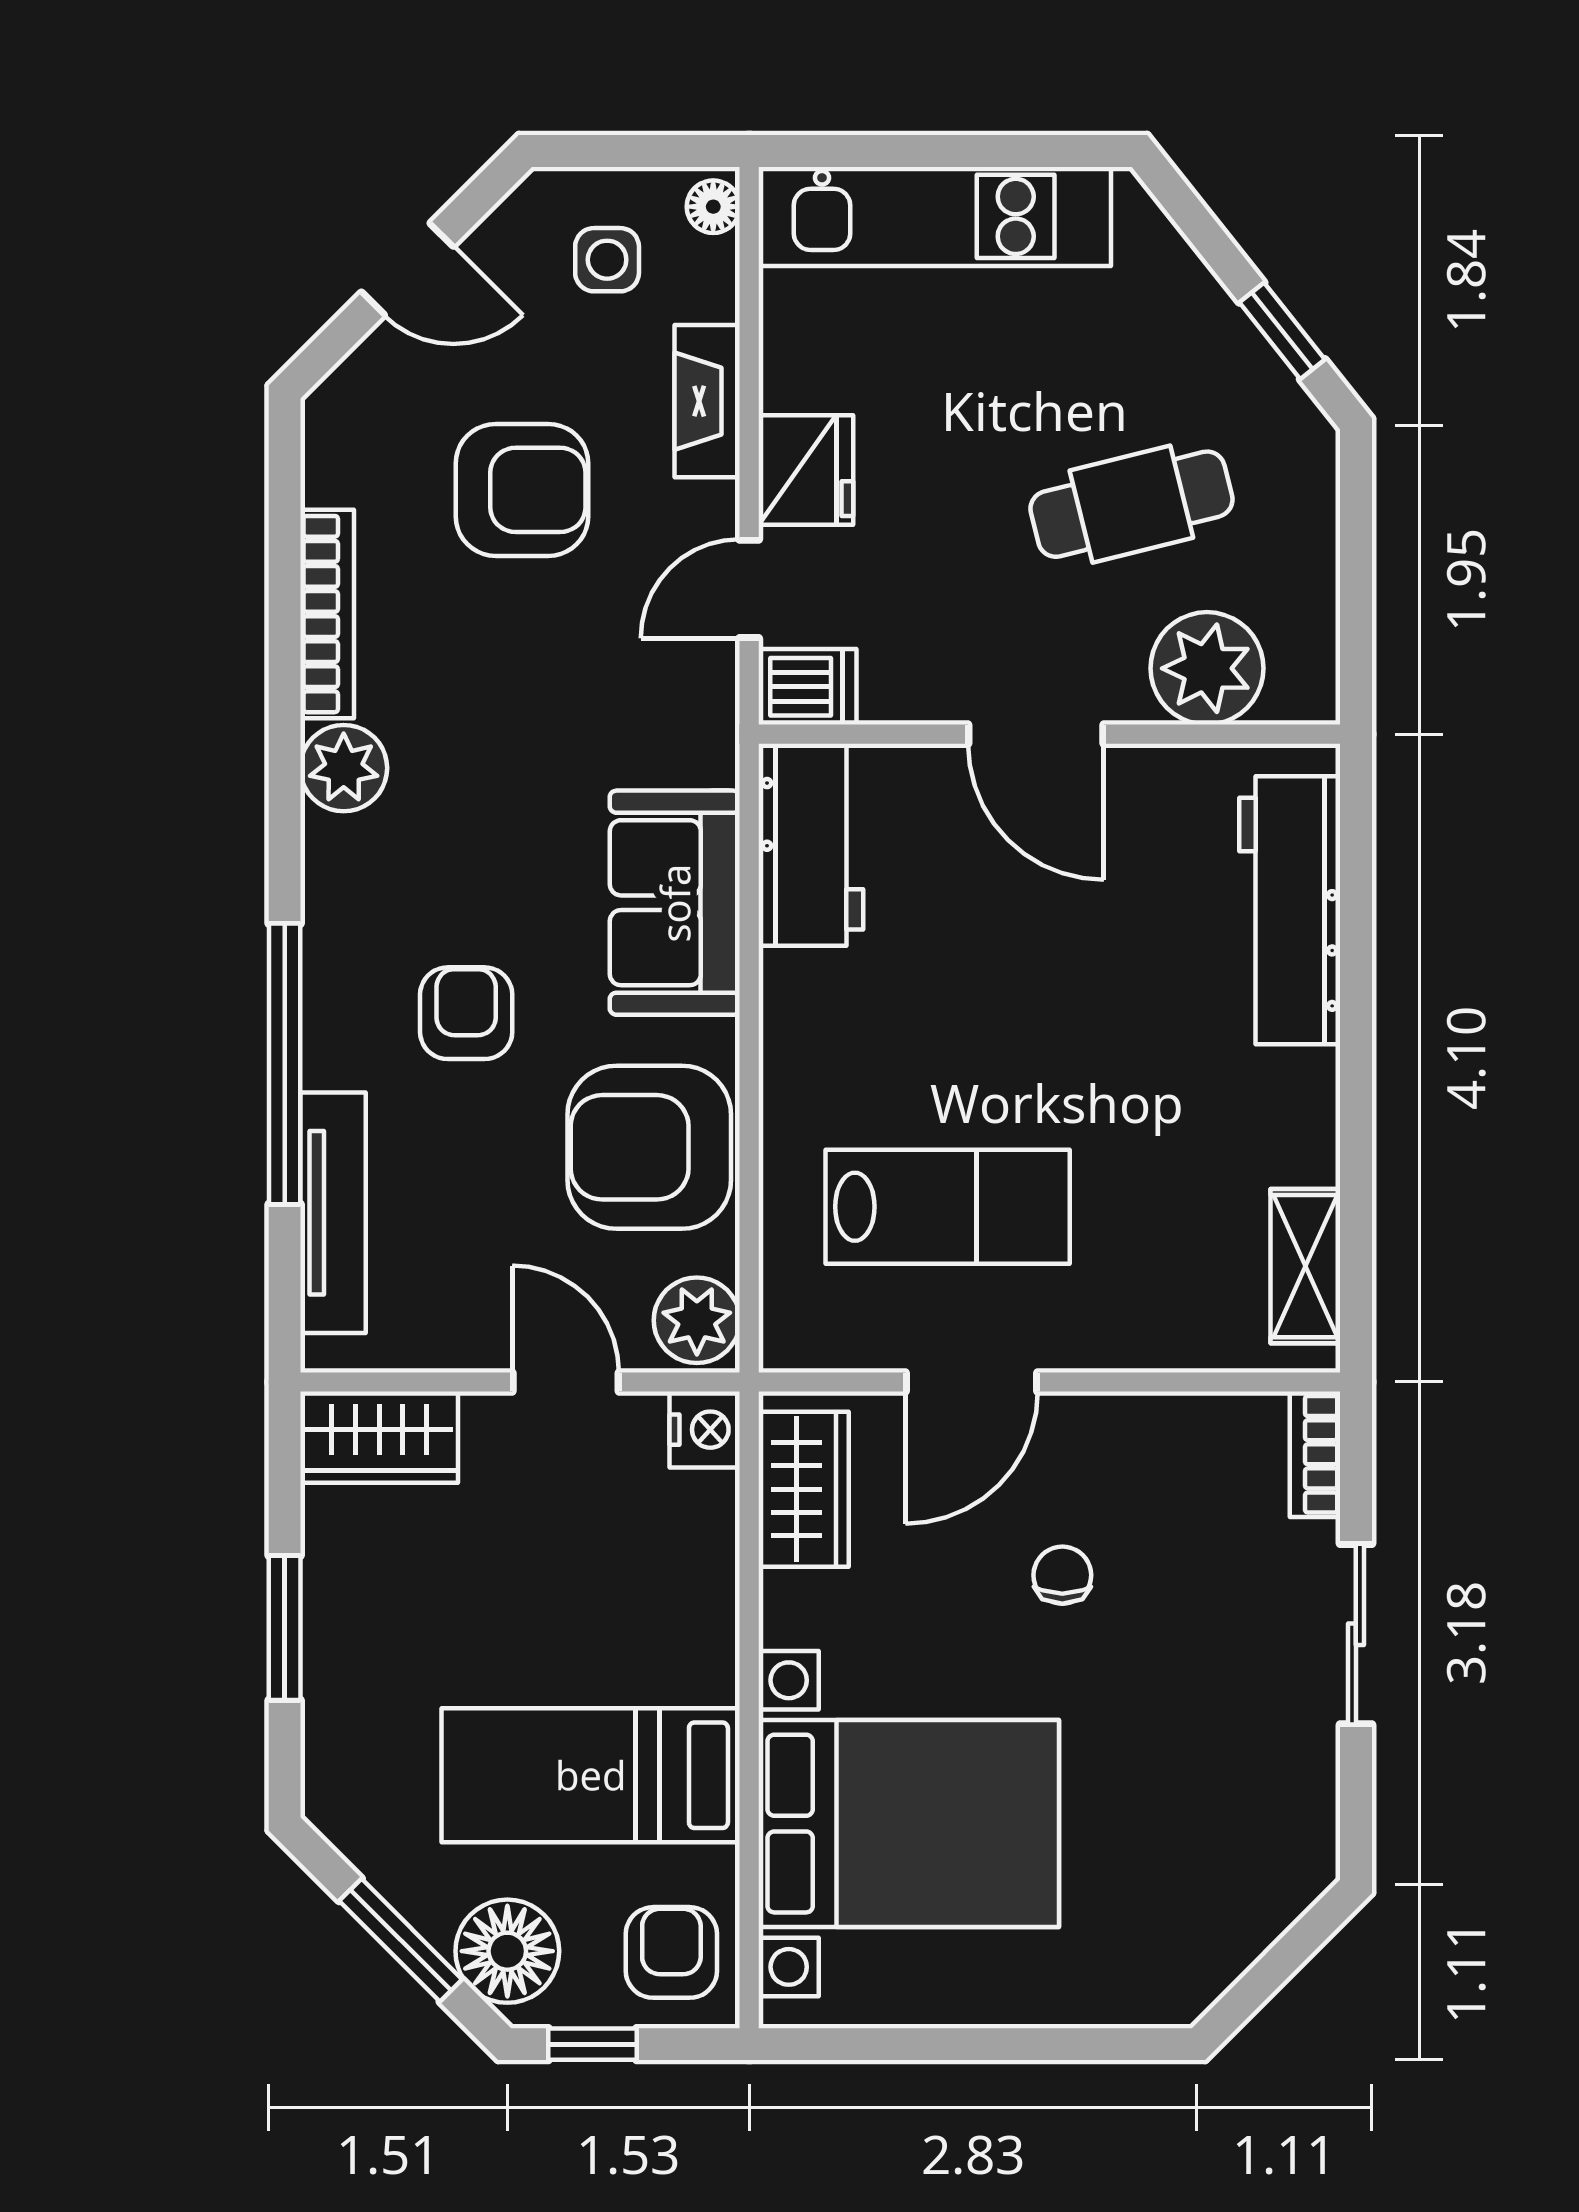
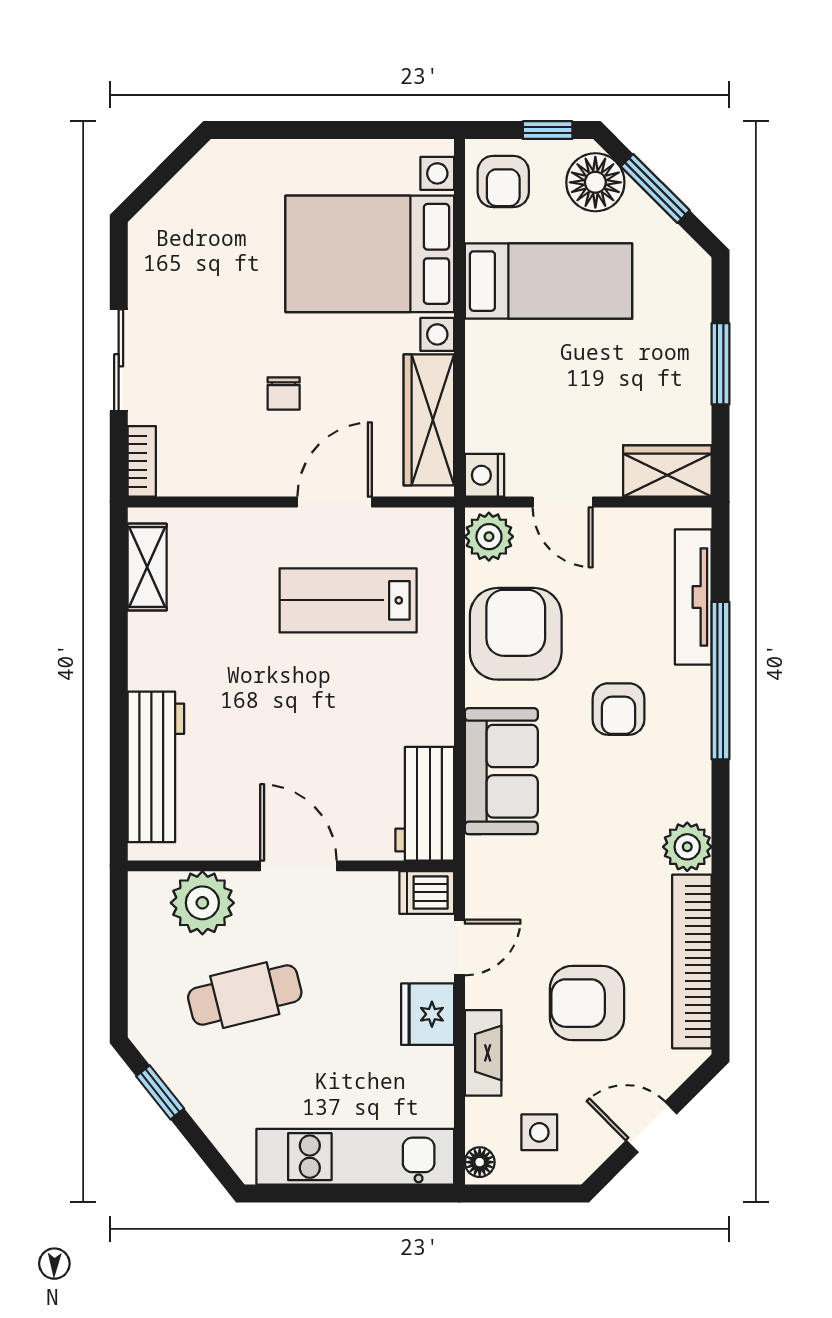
bookcase: (327, 614) -> (692, 961), width x1.48, depth x1.31
armchair: (649, 1147) -> (516, 634), turned -90
wardrobe: (804, 1489) -> (429, 420), width x1.50

